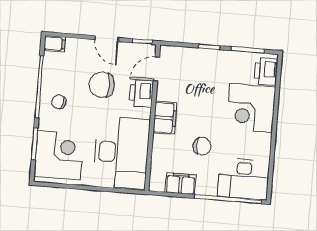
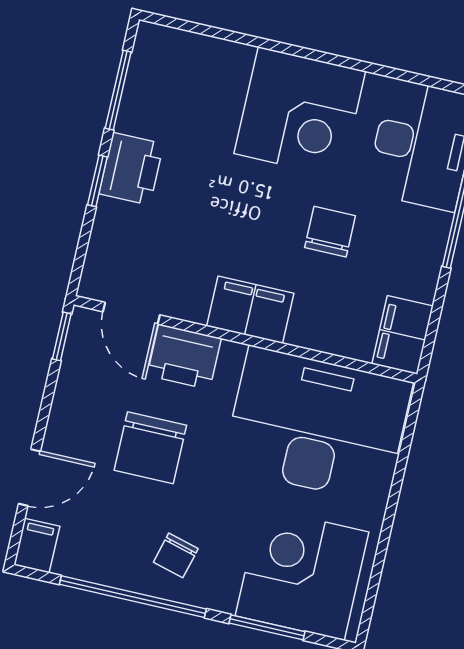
door: (107, 39) -> (29, 477), moved
printer: (266, 72) -> (131, 169), moved, turned -90
corner desk: (251, 108) -> (300, 112), moved
filing cabinet: (181, 184) -> (403, 335), moved

